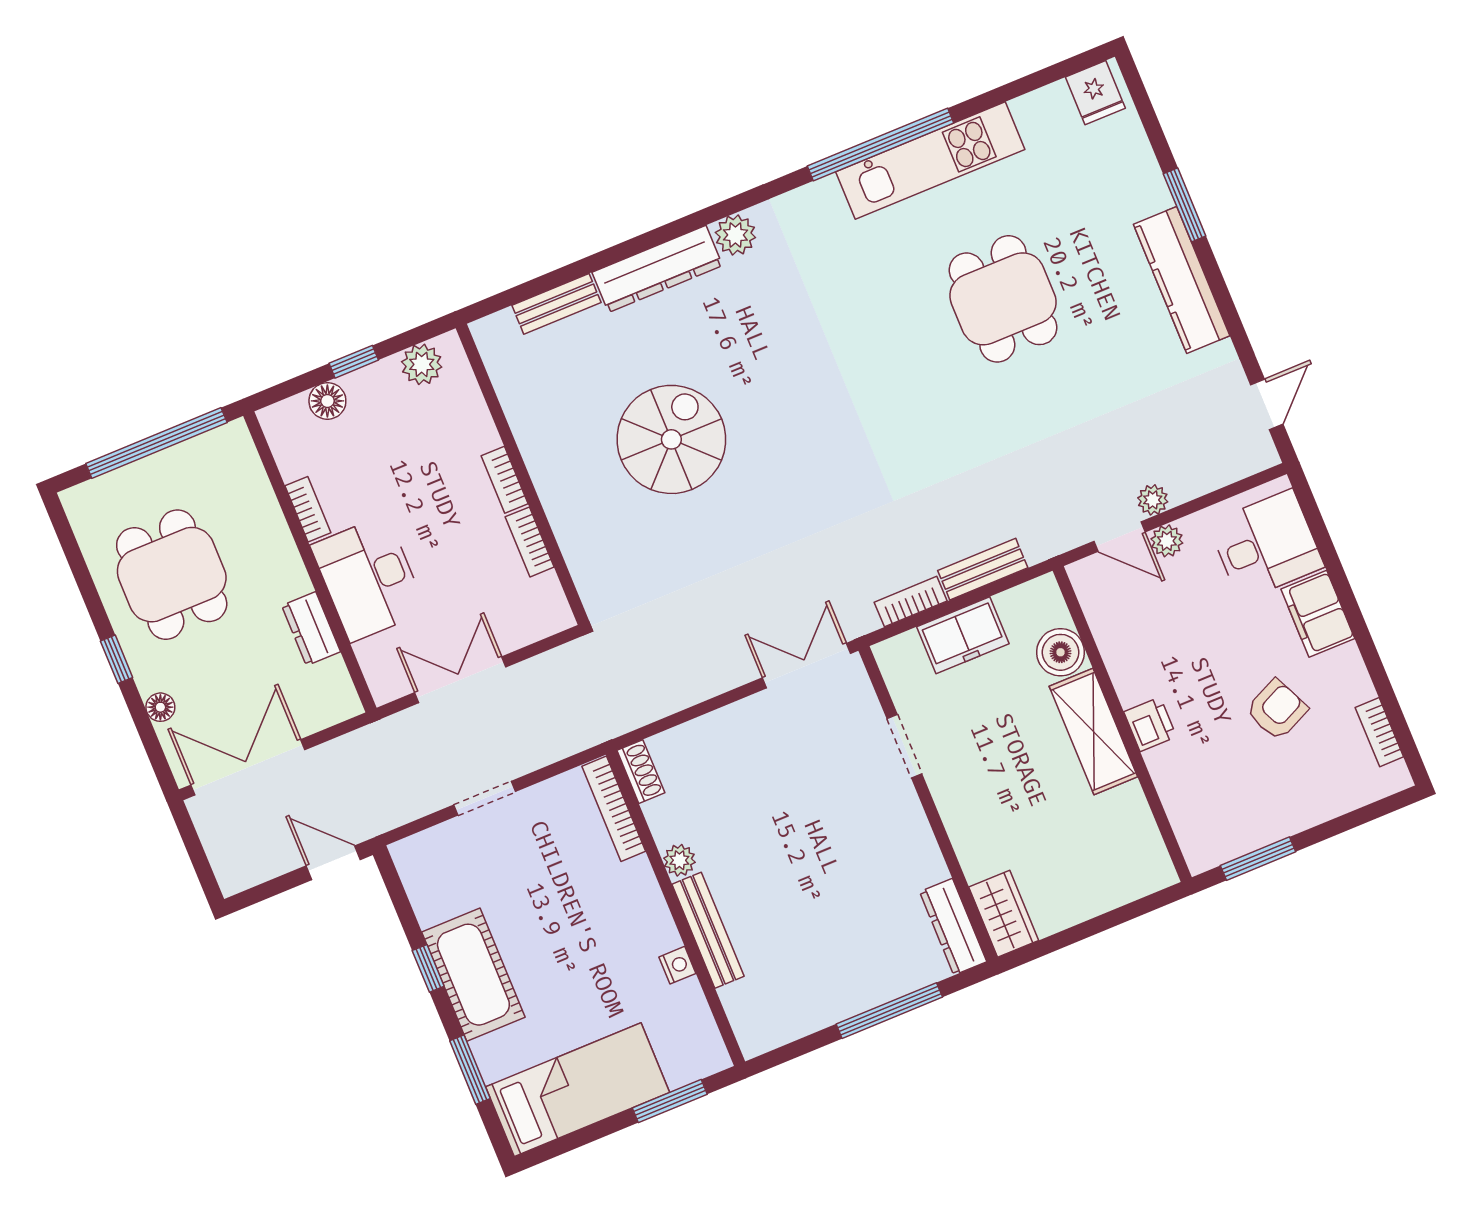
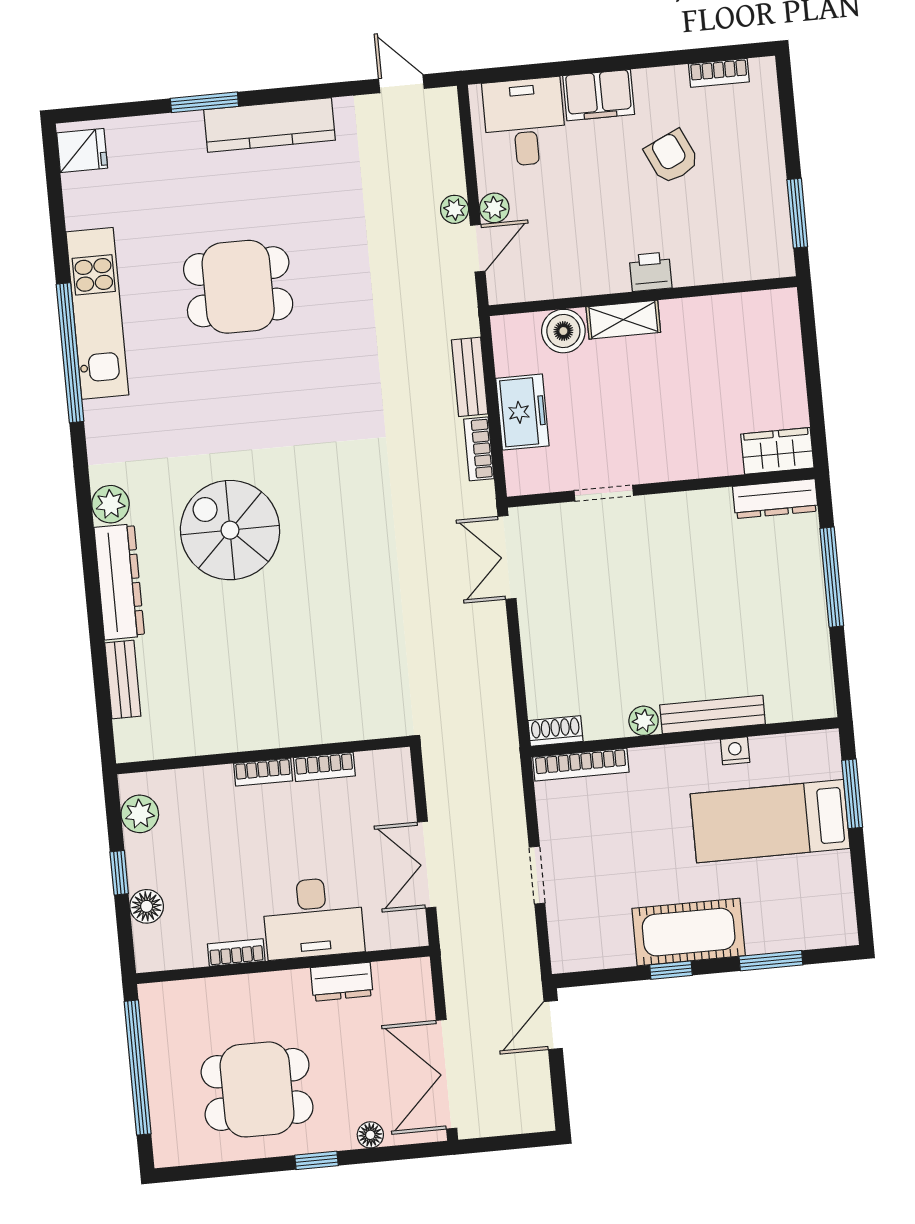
spiral stairs: (671, 439) -> (230, 530), moved
shelving: (1093, 732) -> (623, 320), width x0.67, depth x0.75
bed: (578, 1090) -> (770, 821), moved, turned -90

